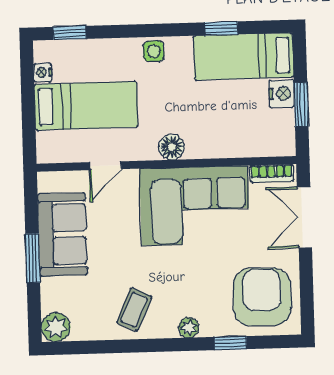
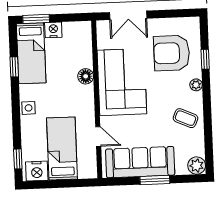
nightstand: (43, 72) -> (37, 171), width x1.89, depth x1.79
window: (301, 104) -> (36, 19), moved
floor lamp: (172, 147) -> (86, 76), moved
bookcase: (272, 173) -> (102, 36), removed
sofa: (62, 234) -> (140, 162), width x1.36
armchair: (262, 297) -> (172, 53), moved

